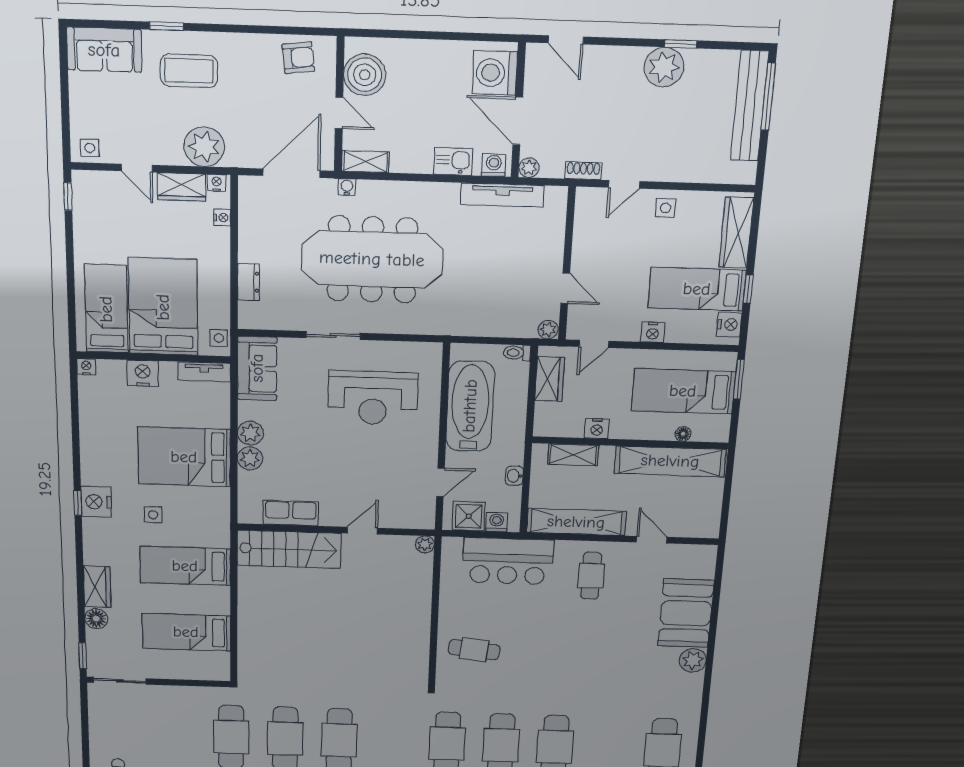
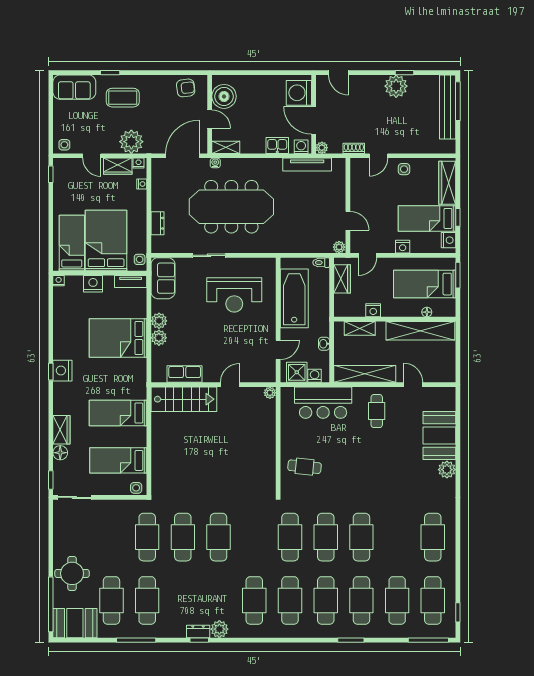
side table: (153, 515) -> (136, 488), moved

